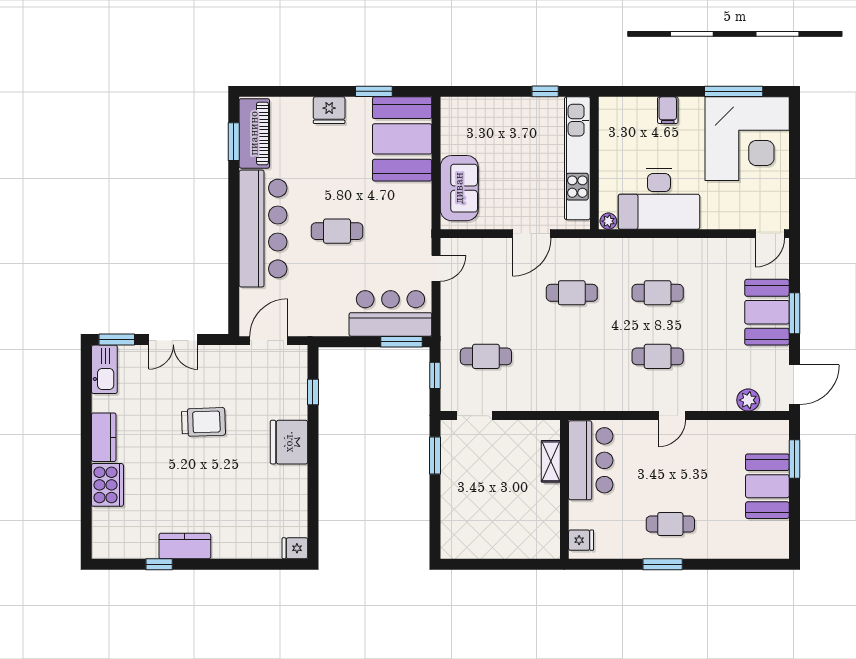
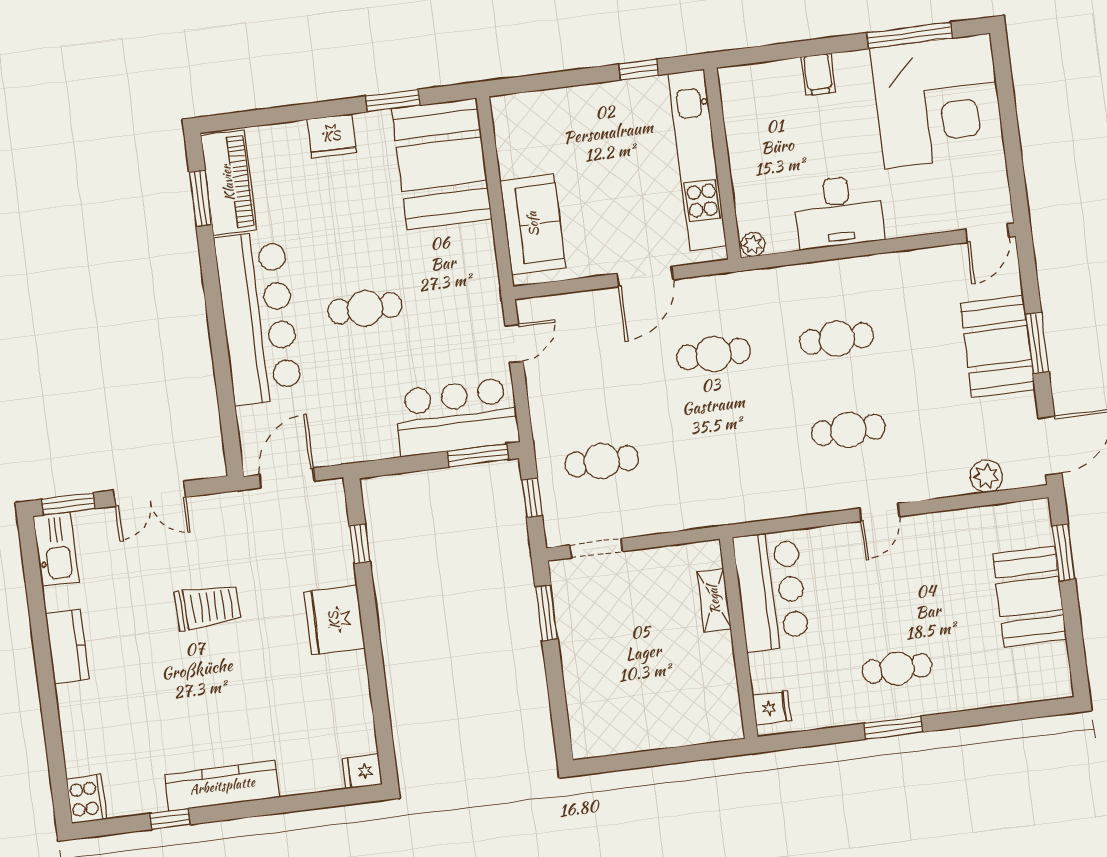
desk: (659, 199) -> (839, 212), width x0.73, depth x0.77
cooker: (107, 485) -> (86, 799), moved, width x0.73, depth x0.76
kitchen counter: (185, 546) -> (222, 786), width x1.50

